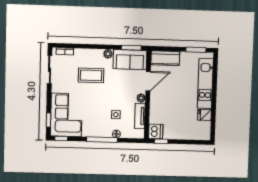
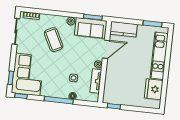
coffee table: (91, 75) -> (54, 40), turned 63
fridge: (205, 115) -> (154, 89), width x1.88, depth x1.34
dishwasher: (156, 131) -> (109, 97), removed

